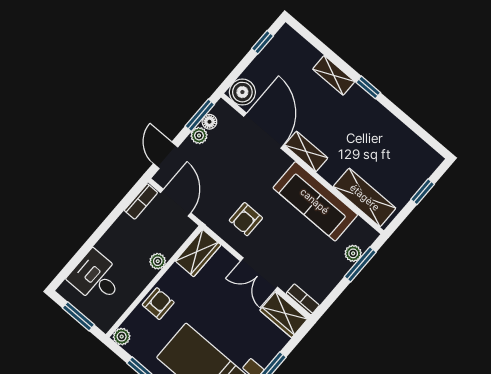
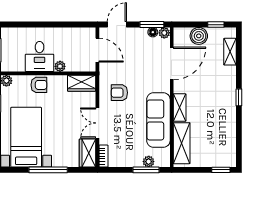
shelving: (334, 75) -> (230, 52), moved
boiler: (242, 92) -> (199, 36), moved
plant: (199, 136) -> (164, 33), moved
shelving: (306, 151) -> (180, 108), moved
window: (423, 192) -> (221, 170), moved
bookcase: (141, 201) -> (83, 32), removed
door: (176, 203) -> (97, 50), hinge flipped
desk: (96, 278) -> (40, 57), moved, turned 180

